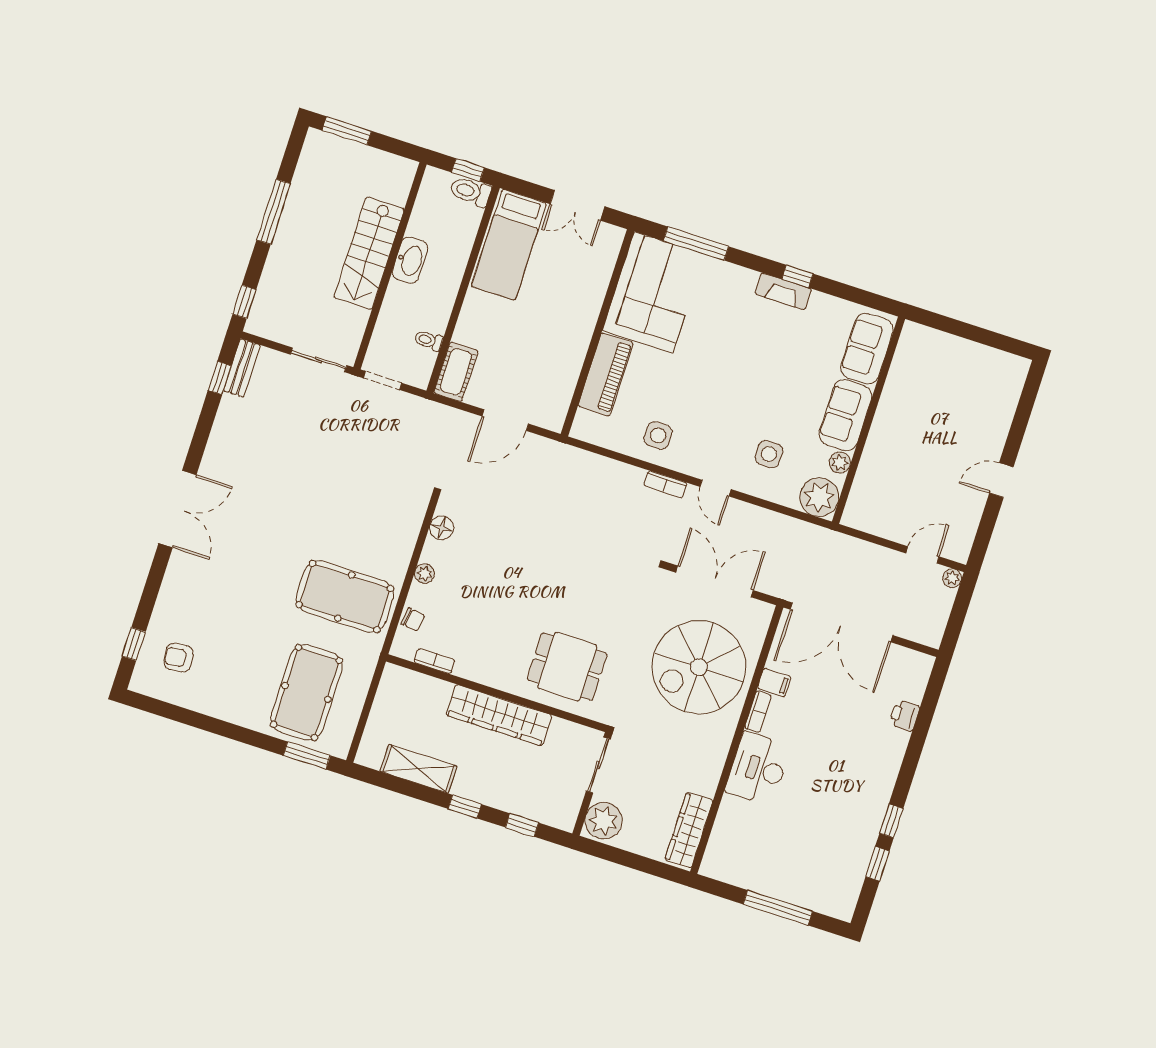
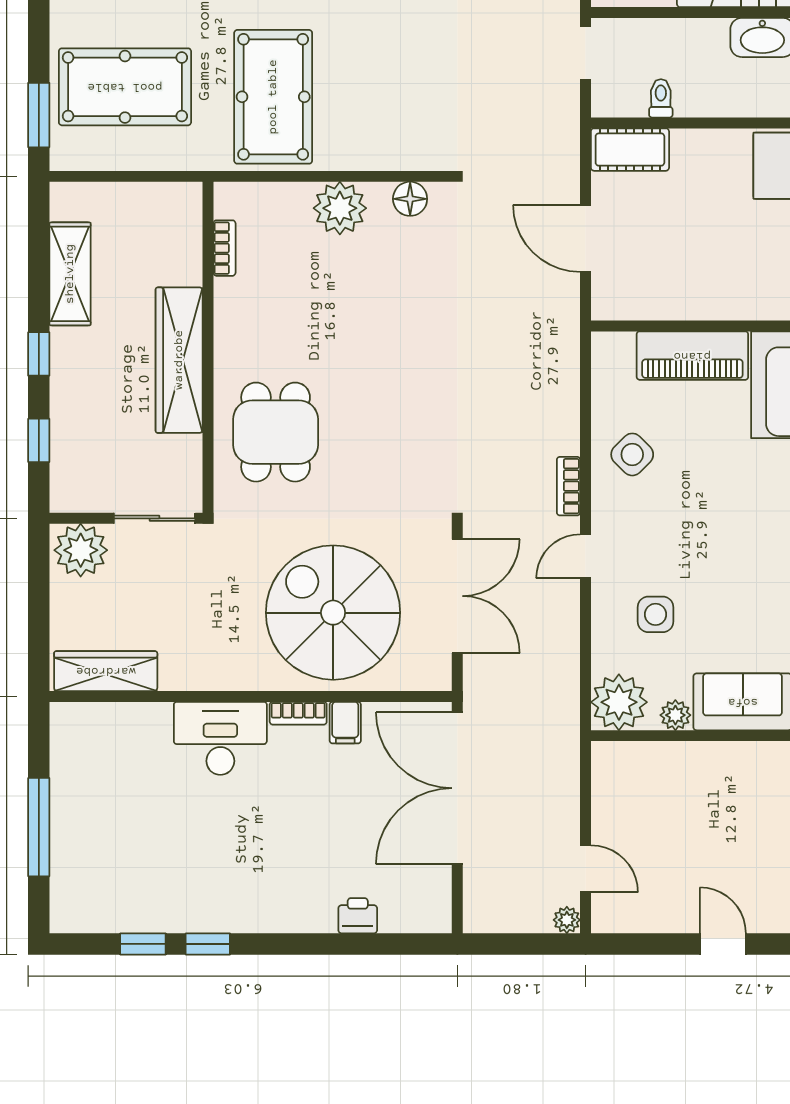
side table: (658, 435) -> (632, 454), turned 45
plant: (425, 574) -> (340, 208), width x1.87, depth x1.87
chair: (413, 619) -> (272, 200), removed

